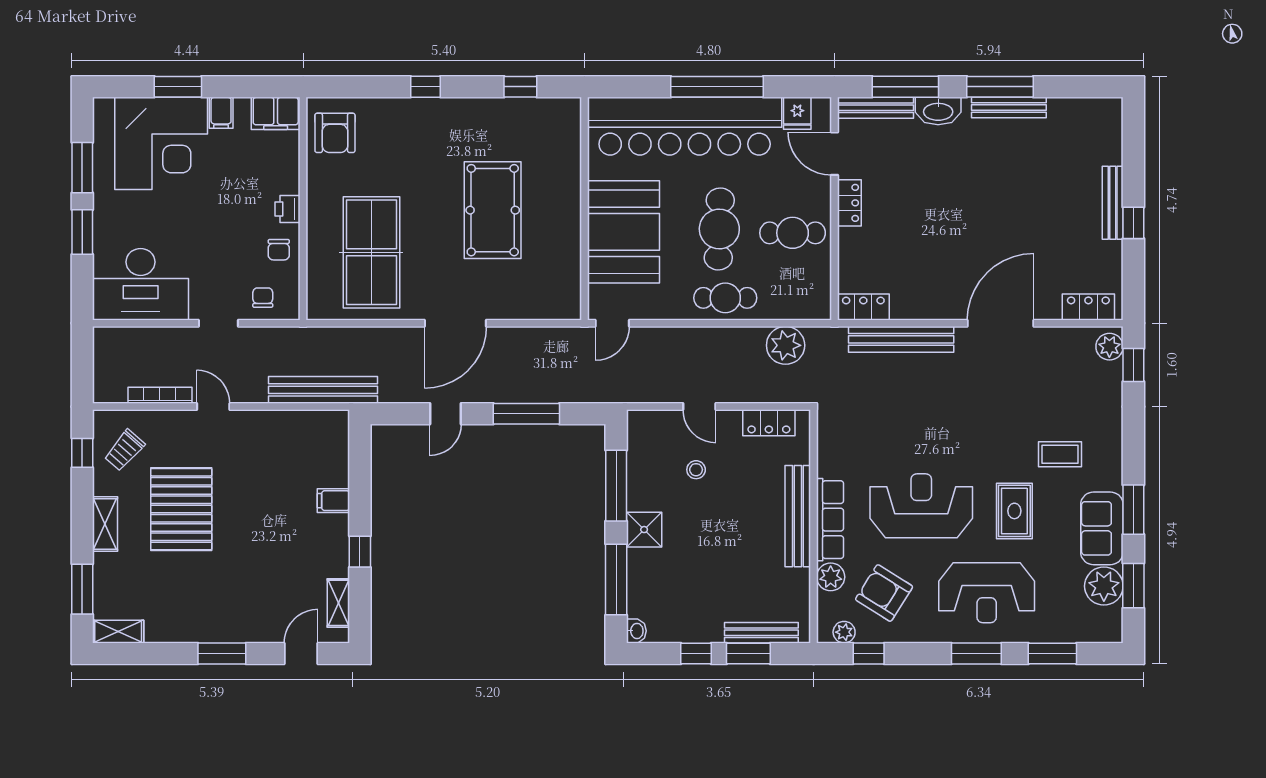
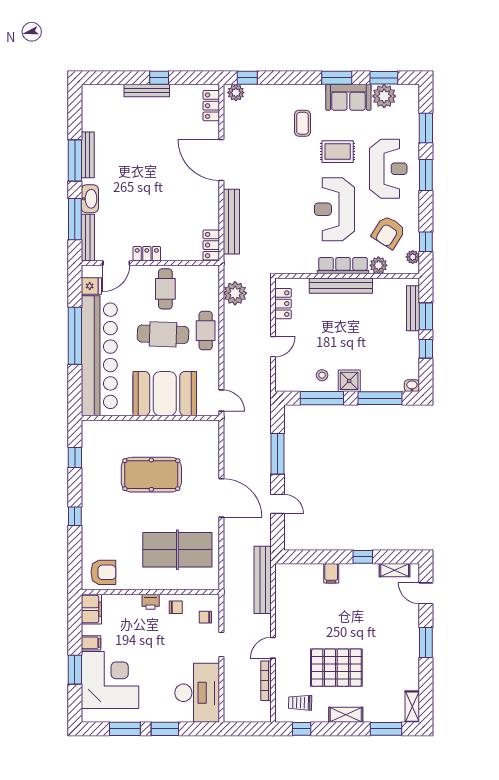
trolley: (124, 450) -> (300, 703), turned 140
stool: (696, 470) -> (322, 375), moved

